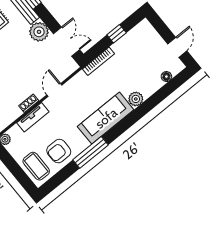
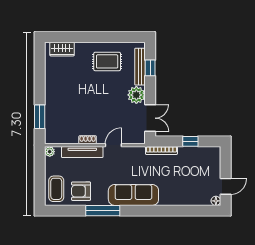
floor lamp: (166, 77) -> (216, 201), moved
plant: (136, 99) -> (166, 199), removed
tv unit: (33, 117) -> (82, 152), width x1.41

